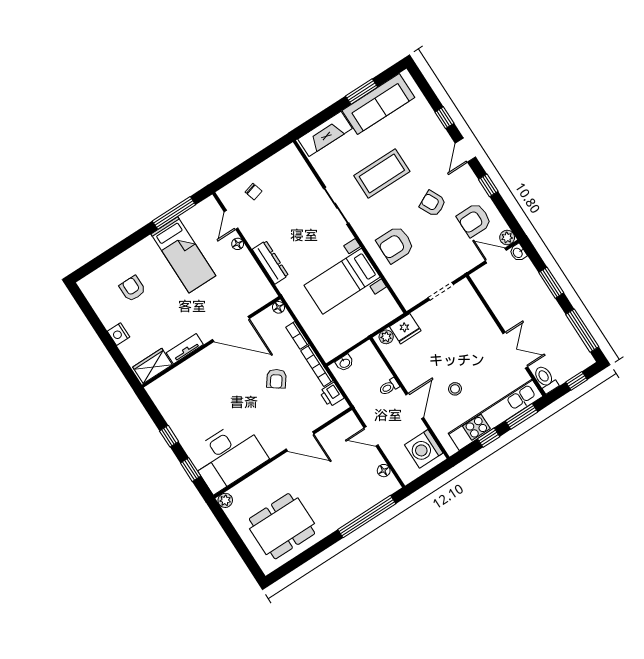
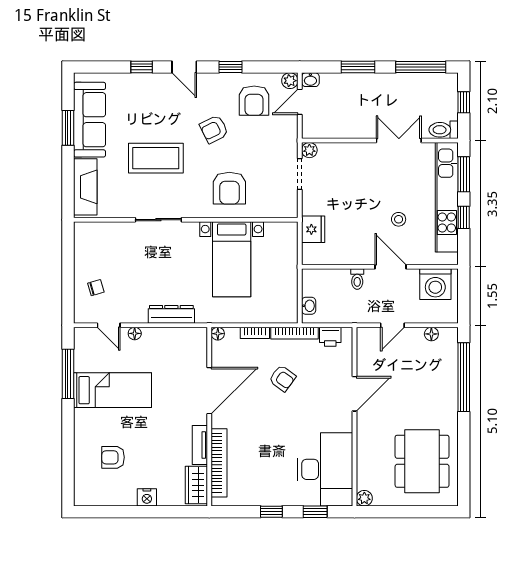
coffee table: (382, 173) -> (156, 158), turned 90
plant: (386, 337) -> (309, 150), moved
bookcase: (180, 372) -> (219, 463), added

